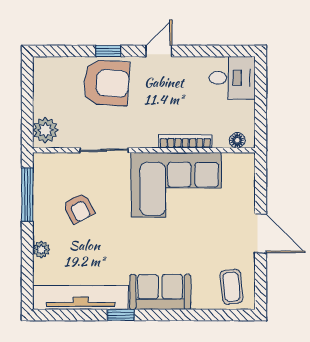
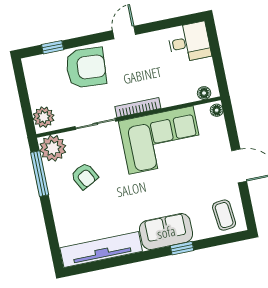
window: (108, 51) -> (53, 47), moved
bookcase: (185, 141) -> (138, 107), moved
floor lamp: (248, 163) -> (217, 110), added
plant: (41, 250) -> (53, 148), moved, width x1.88, depth x1.88
window: (121, 315) -> (182, 248), moved

